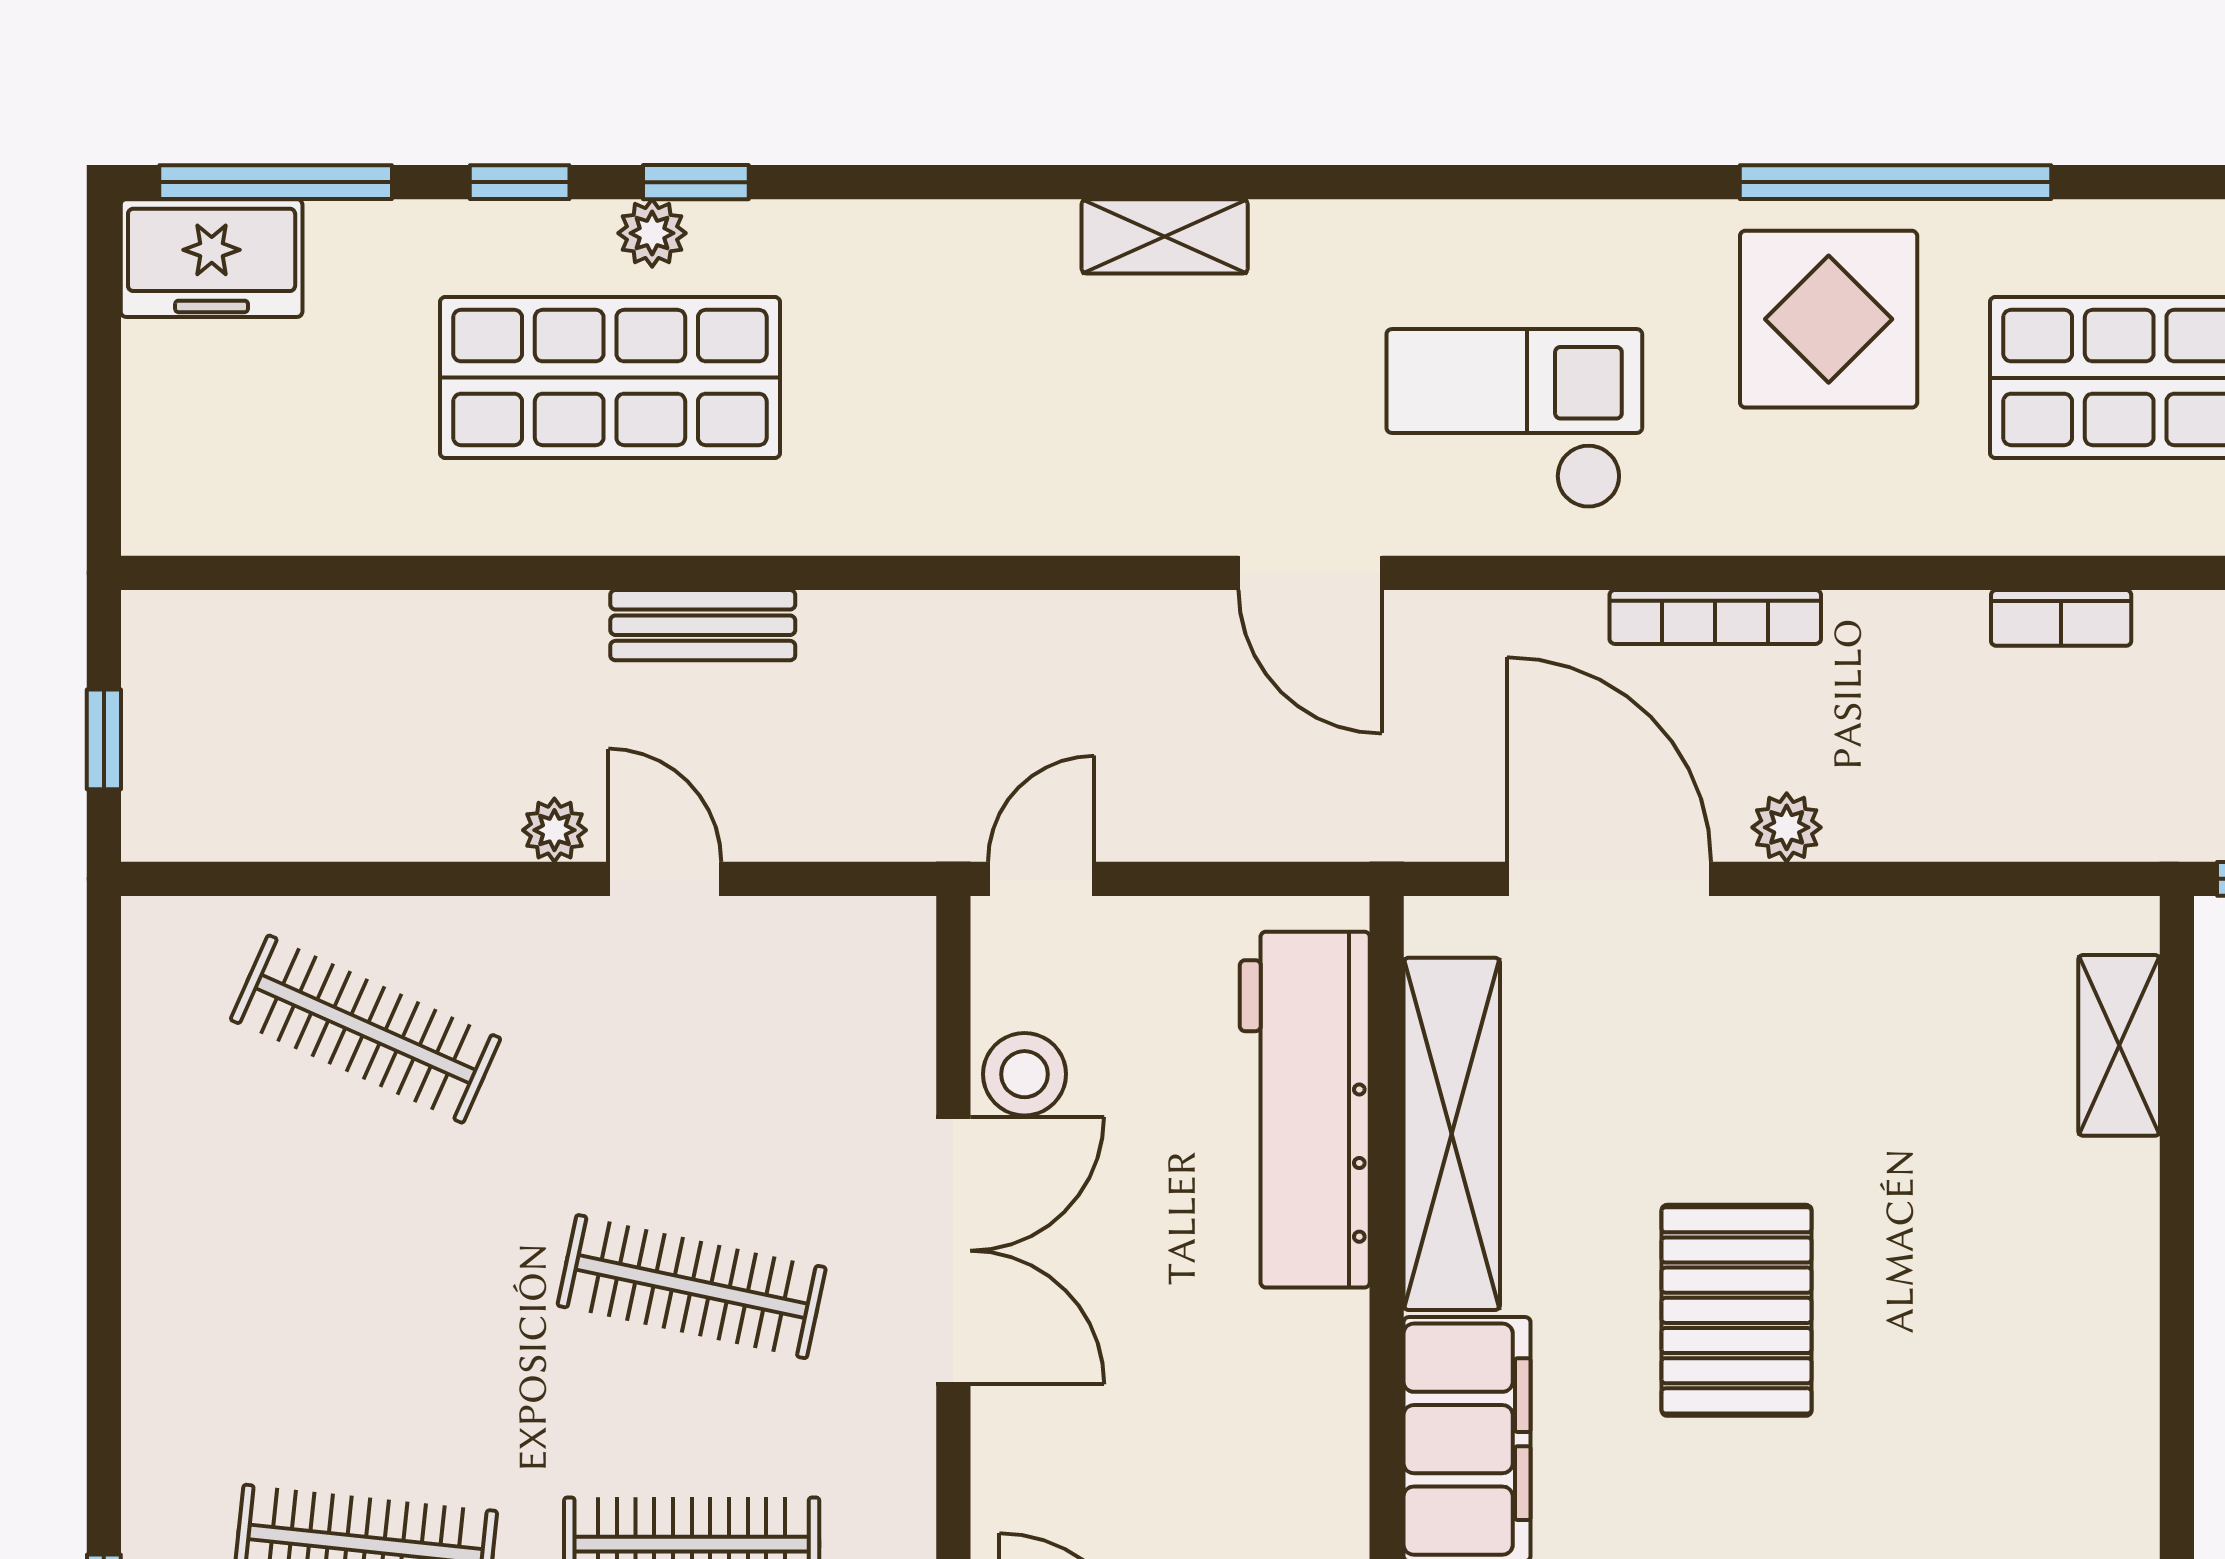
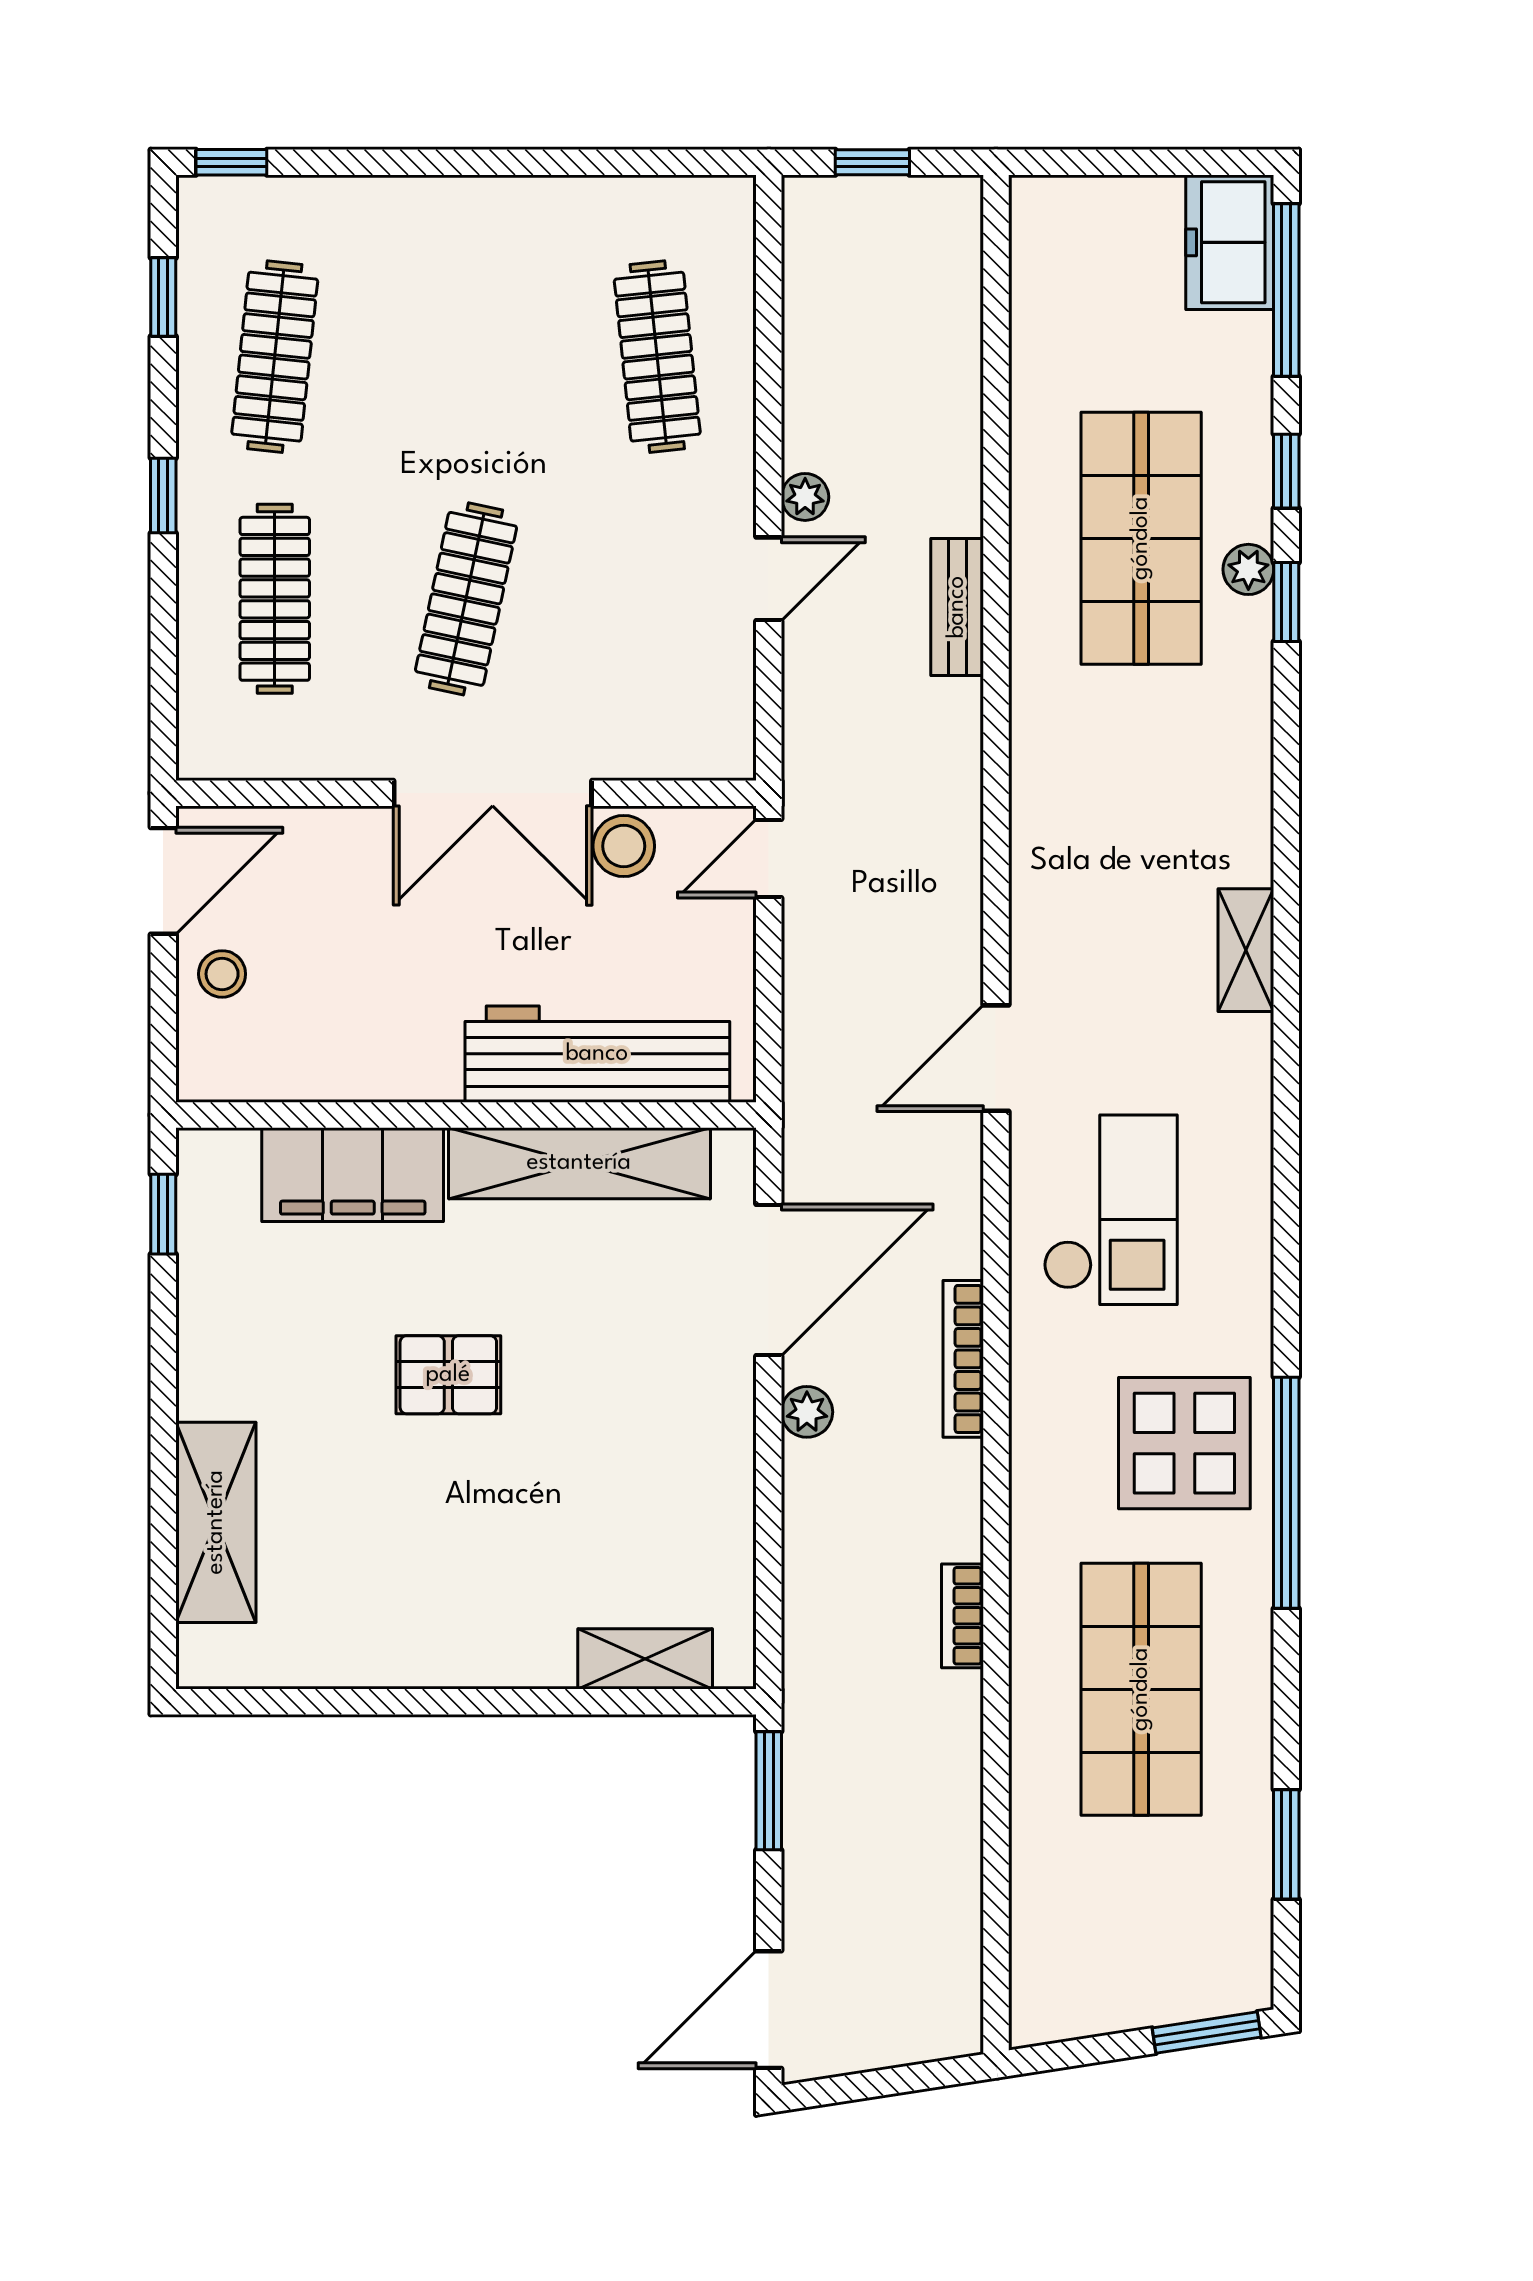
door: (1041, 879) -> (769, 858), swing flipped
clothes rail: (366, 1029) -> (657, 357), turned -30
pallet: (1737, 1310) -> (448, 1375), width x0.67, depth x0.71

